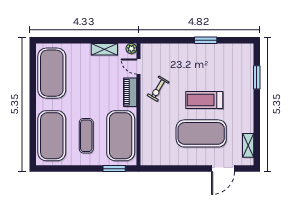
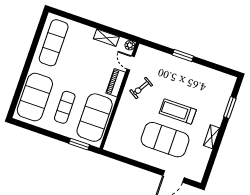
window: (206, 40) -> (183, 55), moved
exercise mat: (52, 73) -> (54, 43), width x0.68
shelving: (248, 145) -> (212, 137), moved

